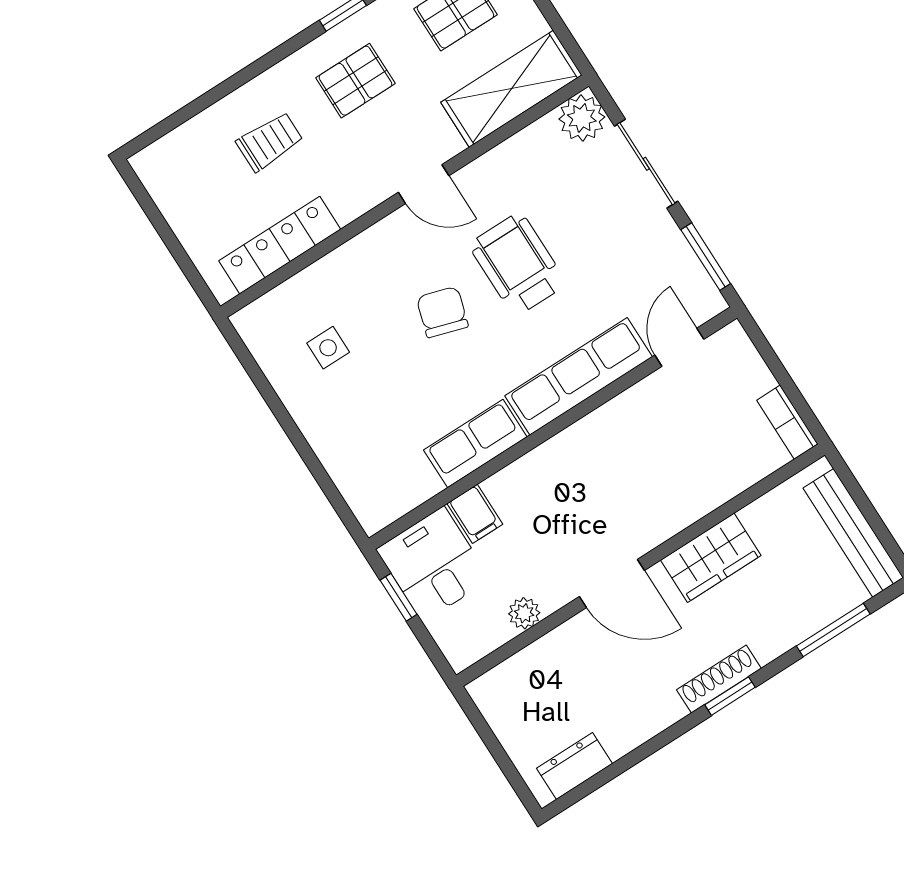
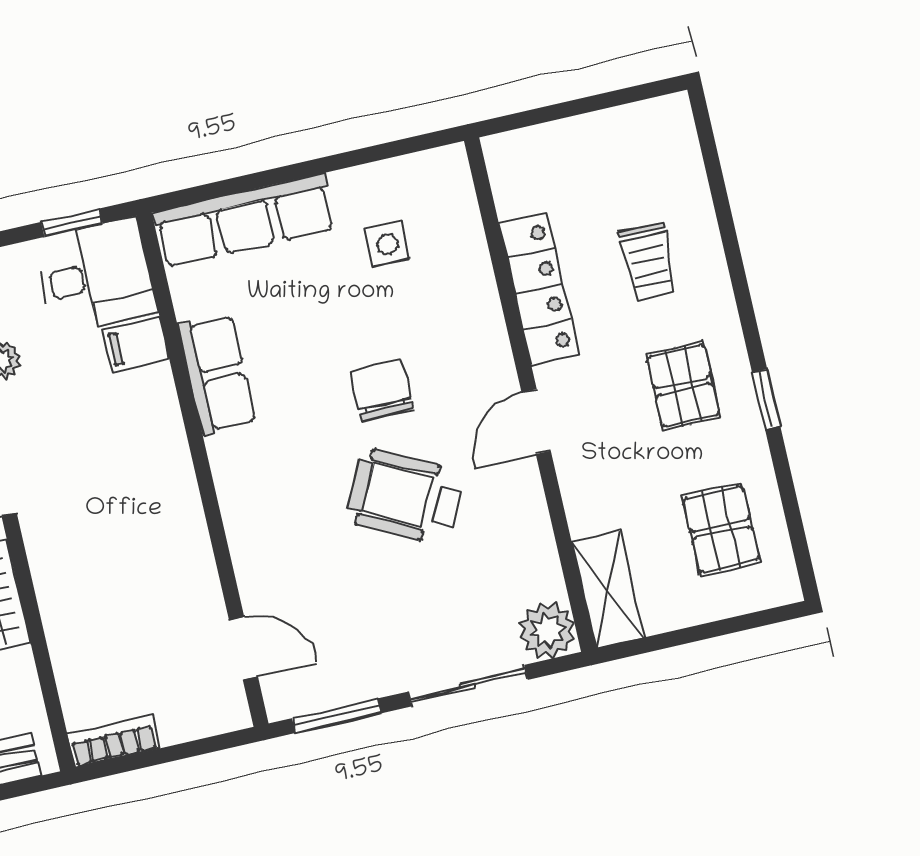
shelving: (511, 89) -> (608, 590), width x0.67, depth x0.75
locker: (280, 245) -> (539, 289), moved
wheelchair: (518, 264) -> (405, 497), turned -153
chair: (442, 312) -> (381, 390), turned -107
row of seats: (579, 376) -> (244, 221), moved, turned 90

